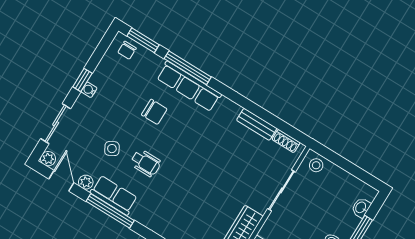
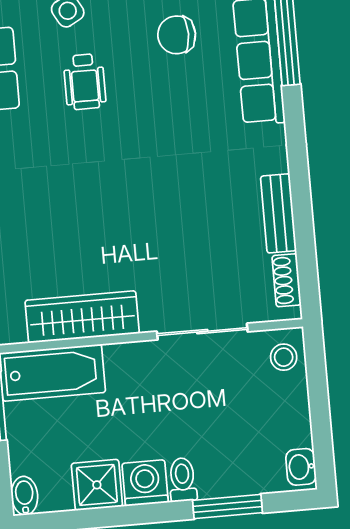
chair: (154, 112) -> (177, 35), turned 90
washbasin: (361, 208) -> (301, 467), moved, turned -90

